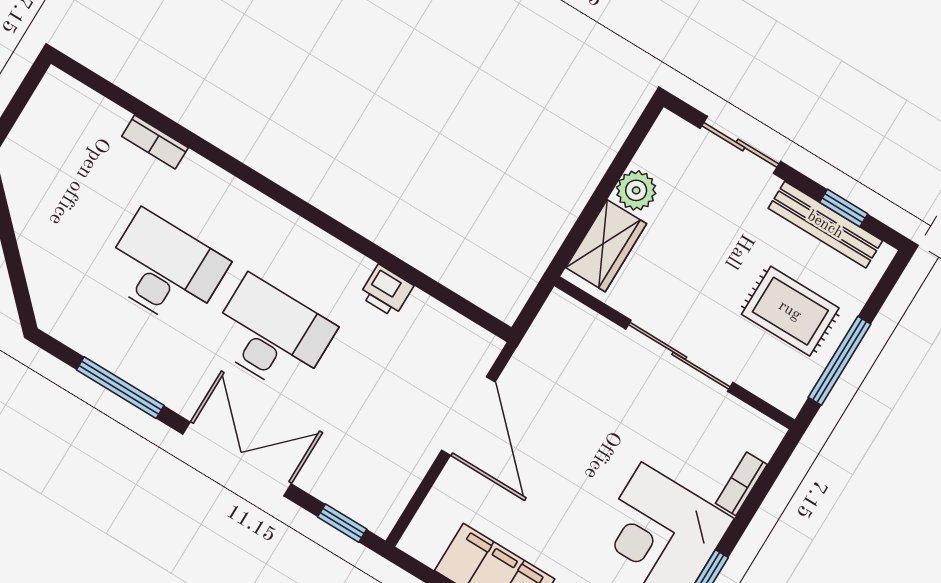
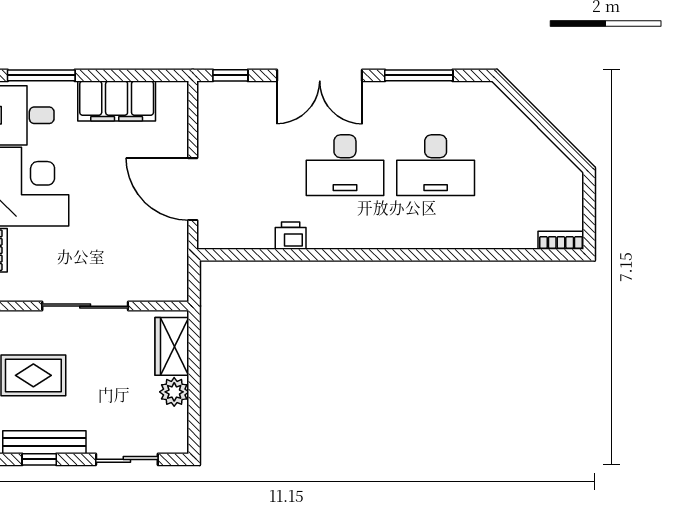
bookcase: (155, 142) -> (561, 240), moved

